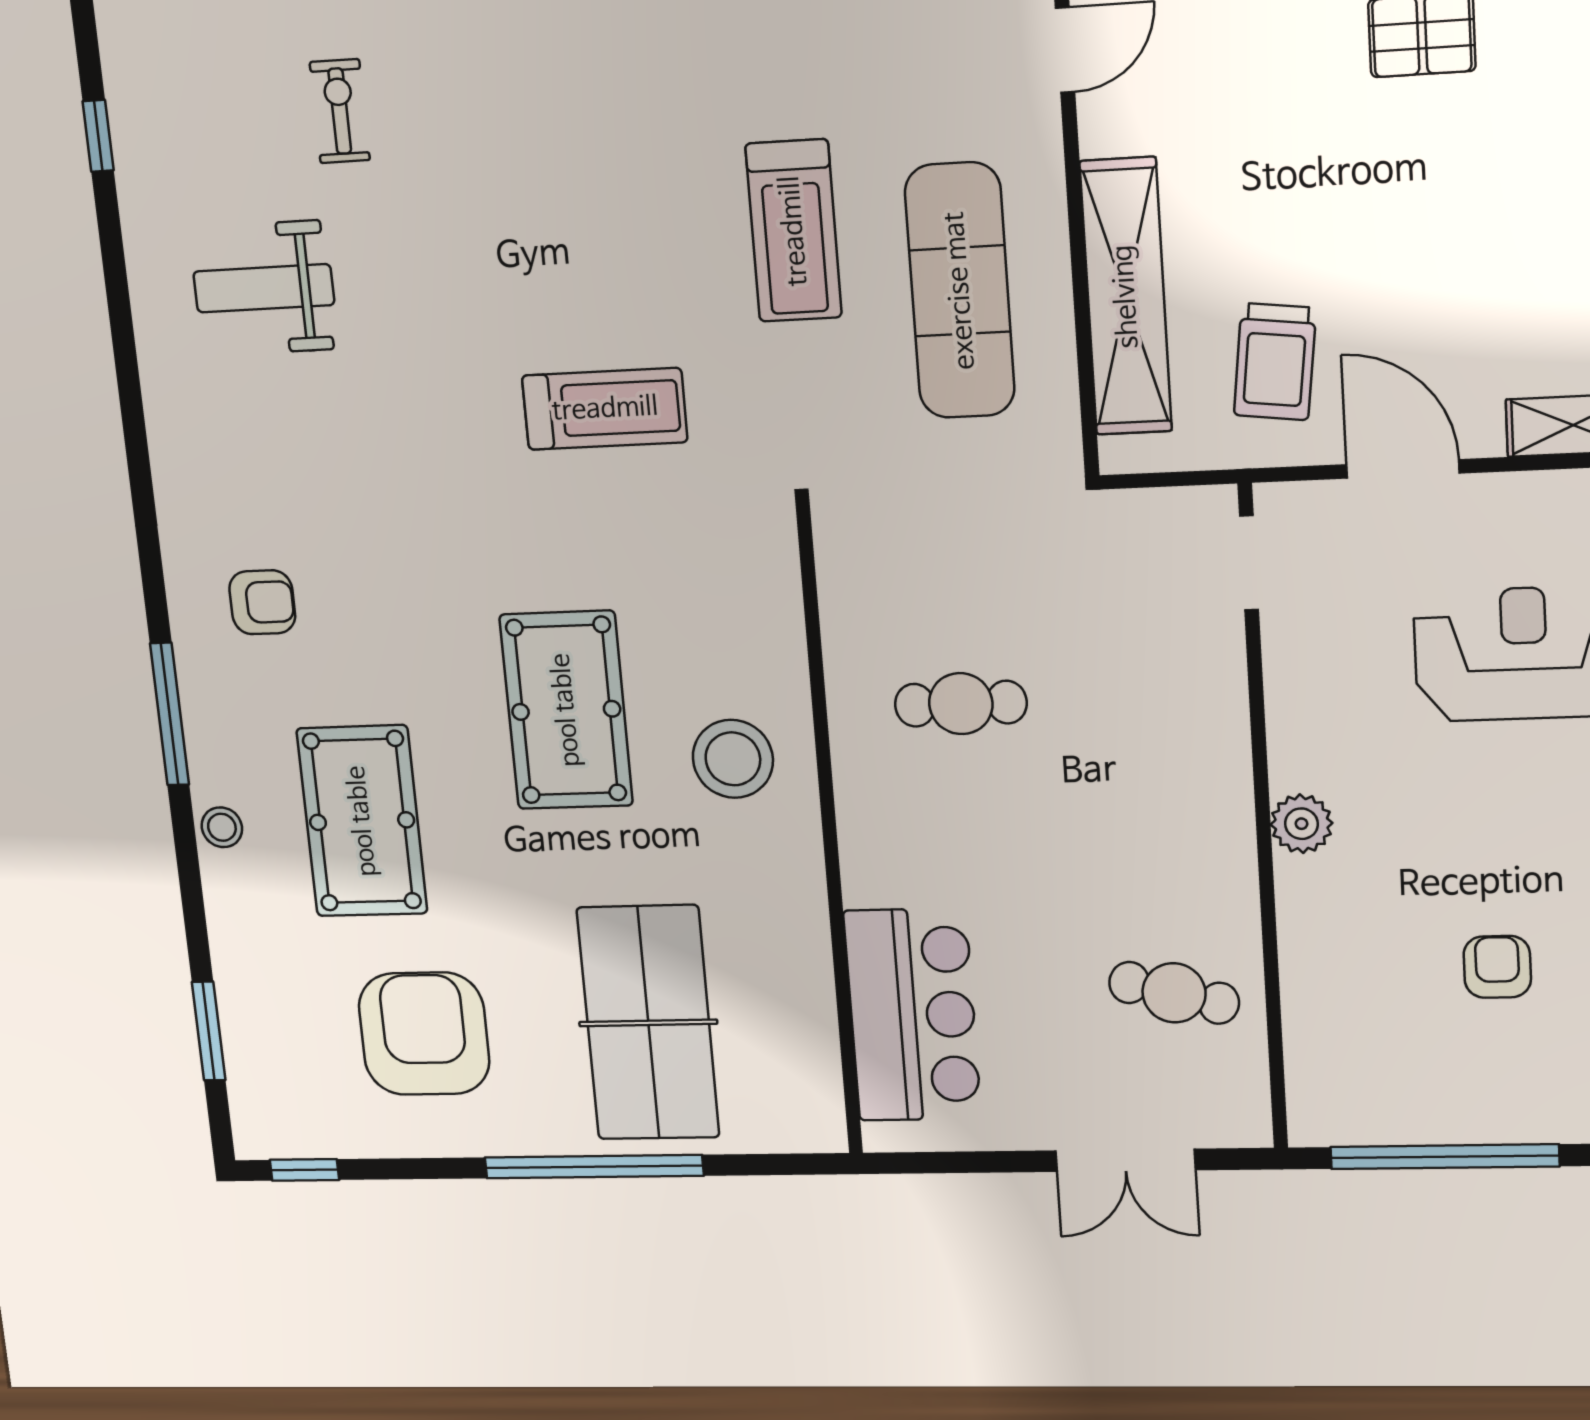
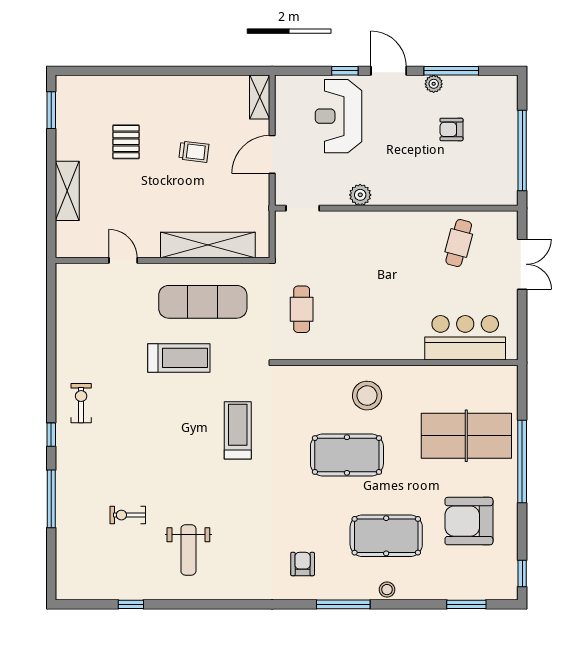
trolley: (1275, 362) -> (194, 152), moved, width x0.73, depth x0.72
cafe table: (961, 704) -> (302, 309), moved
plant: (1302, 824) -> (360, 195), moved

